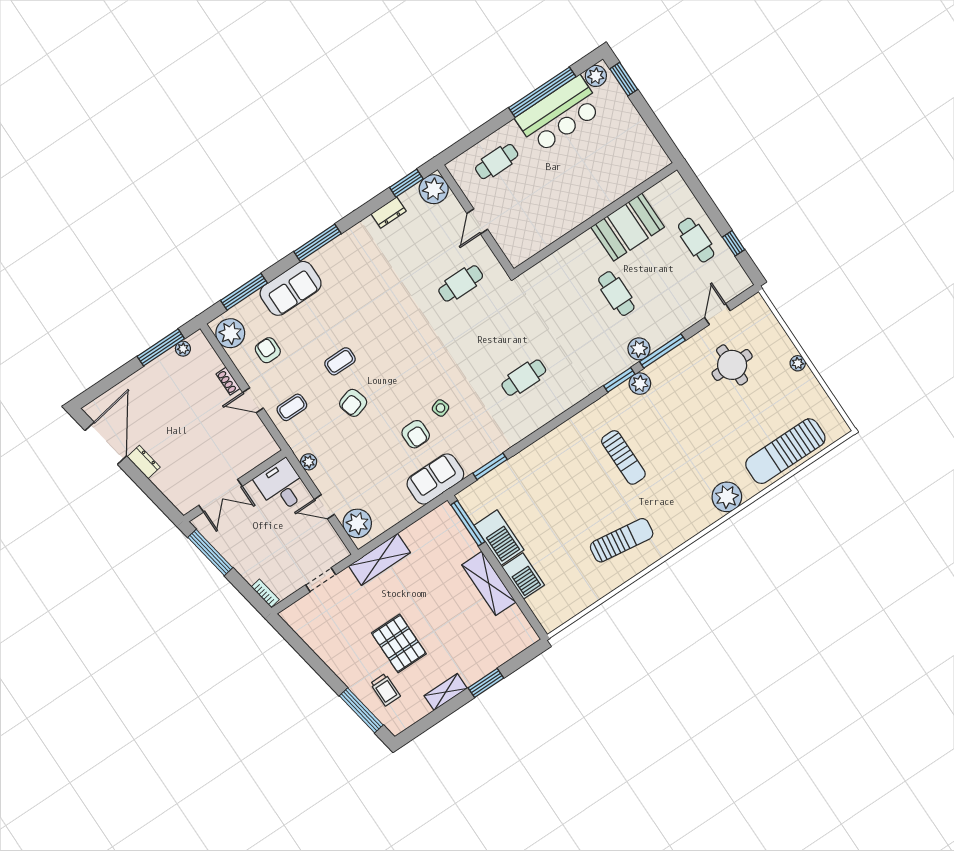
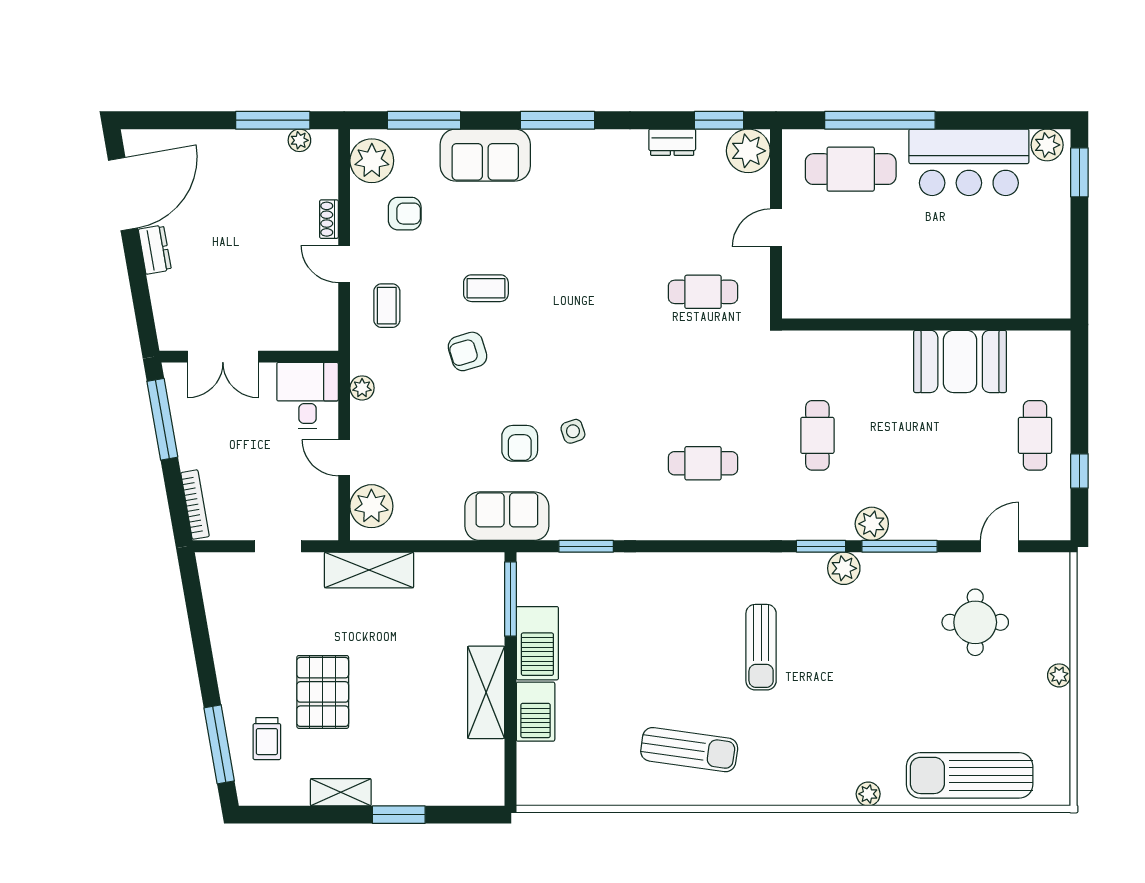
window: (542, 92) -> (880, 120), moved
cafe table: (497, 162) -> (851, 169), width x1.37, depth x1.35
cafe table: (616, 294) -> (817, 435), moved
armchair: (268, 350) -> (405, 214), turned 90
coffee table: (292, 407) -> (387, 306), turned 90
plant: (727, 497) -> (868, 794), width x0.53, depth x0.53
bookcase: (265, 593) -> (195, 505), width x1.56

